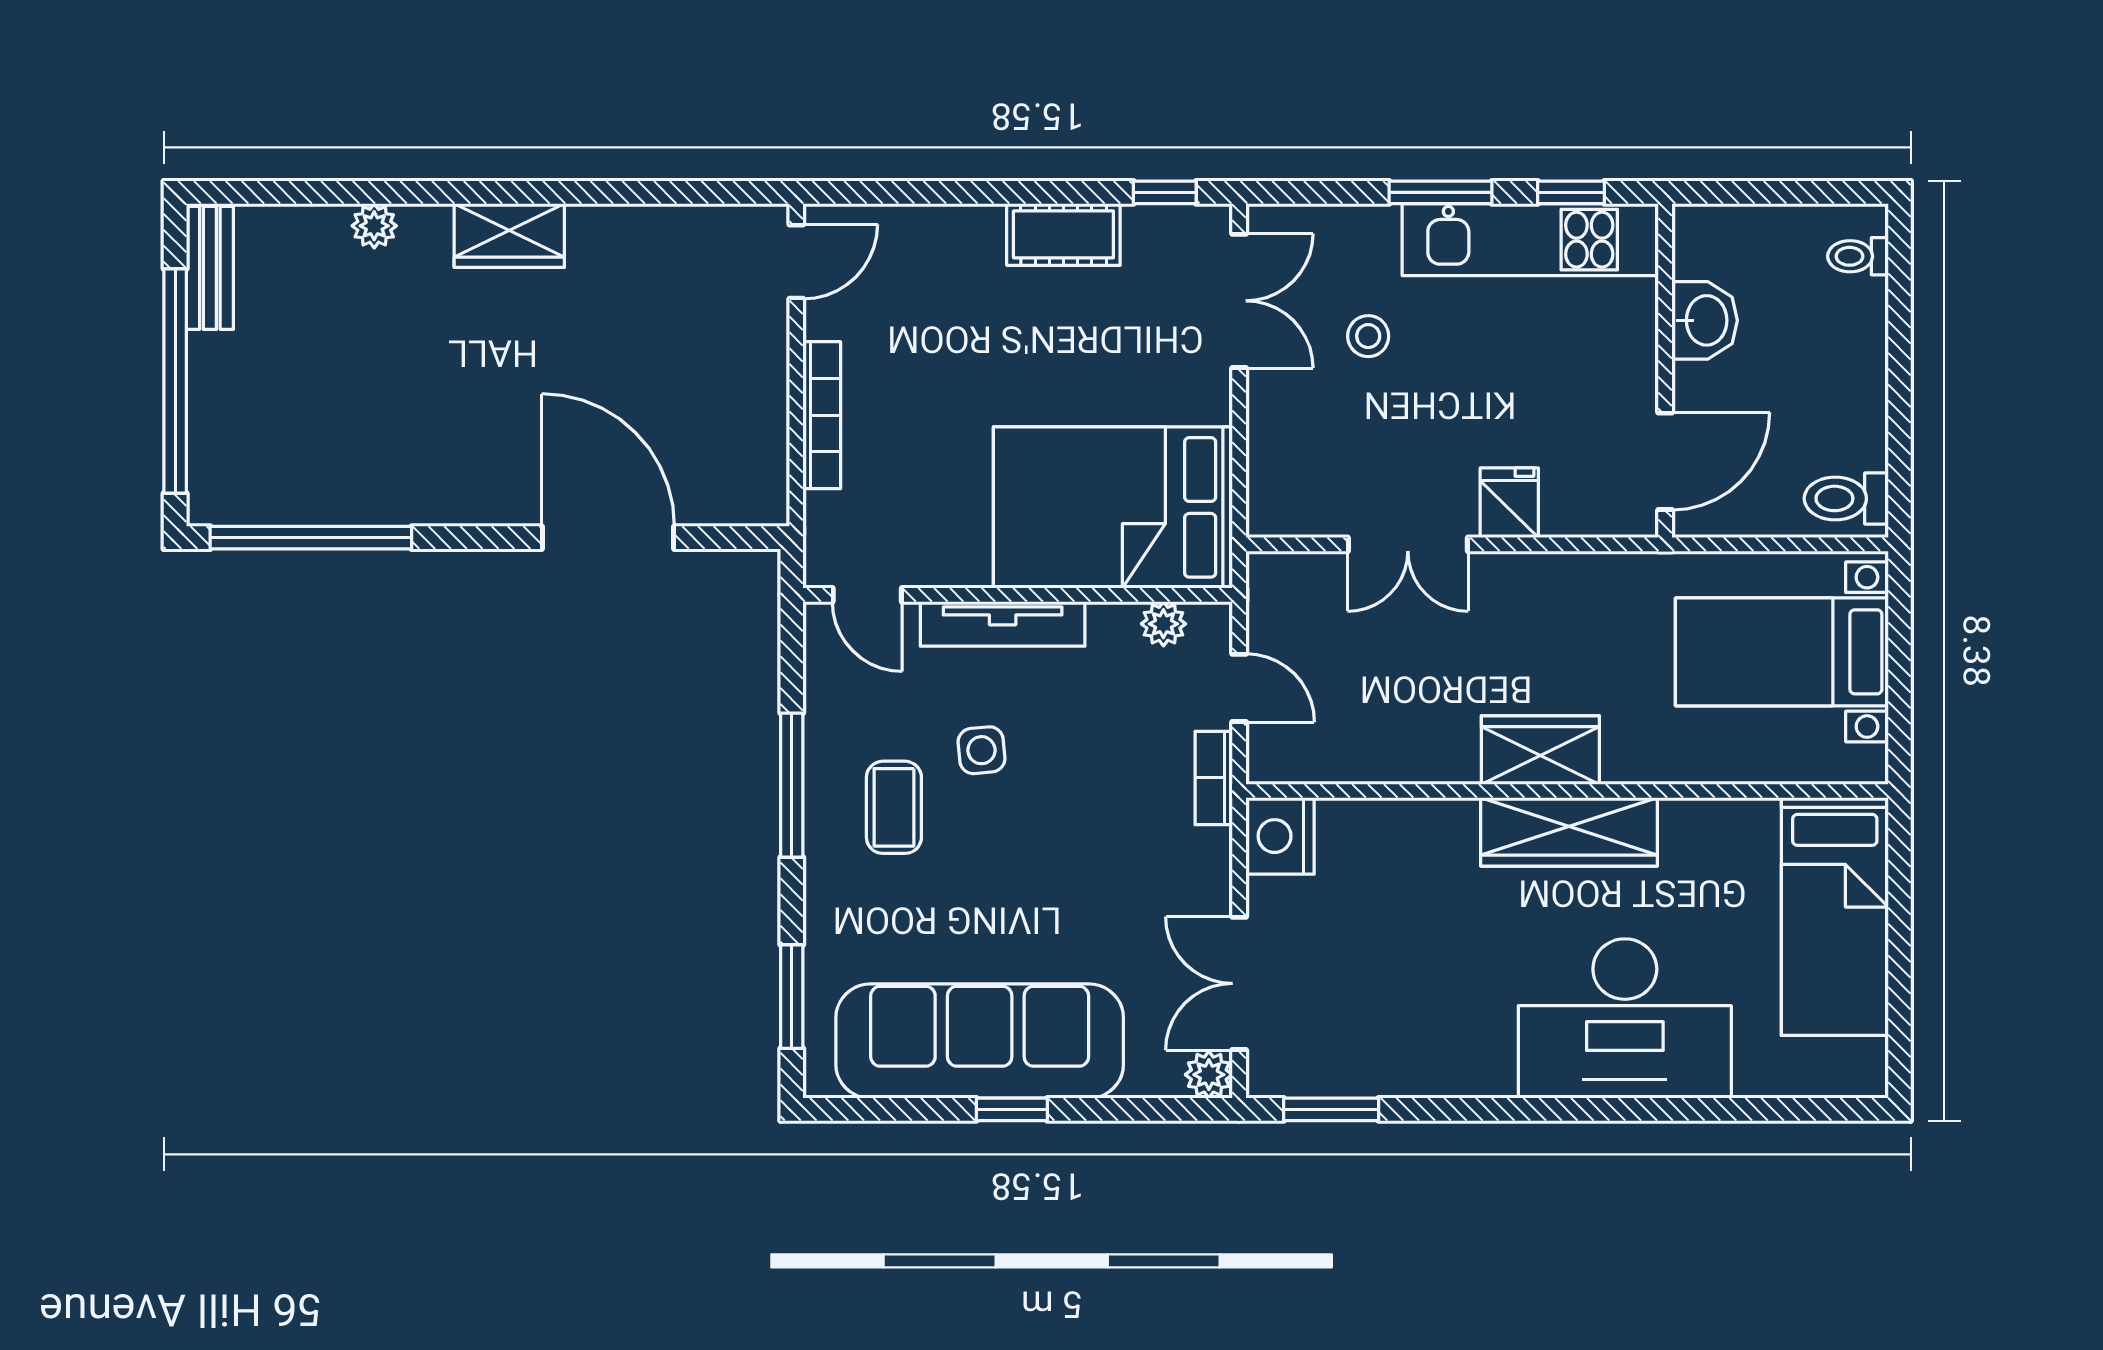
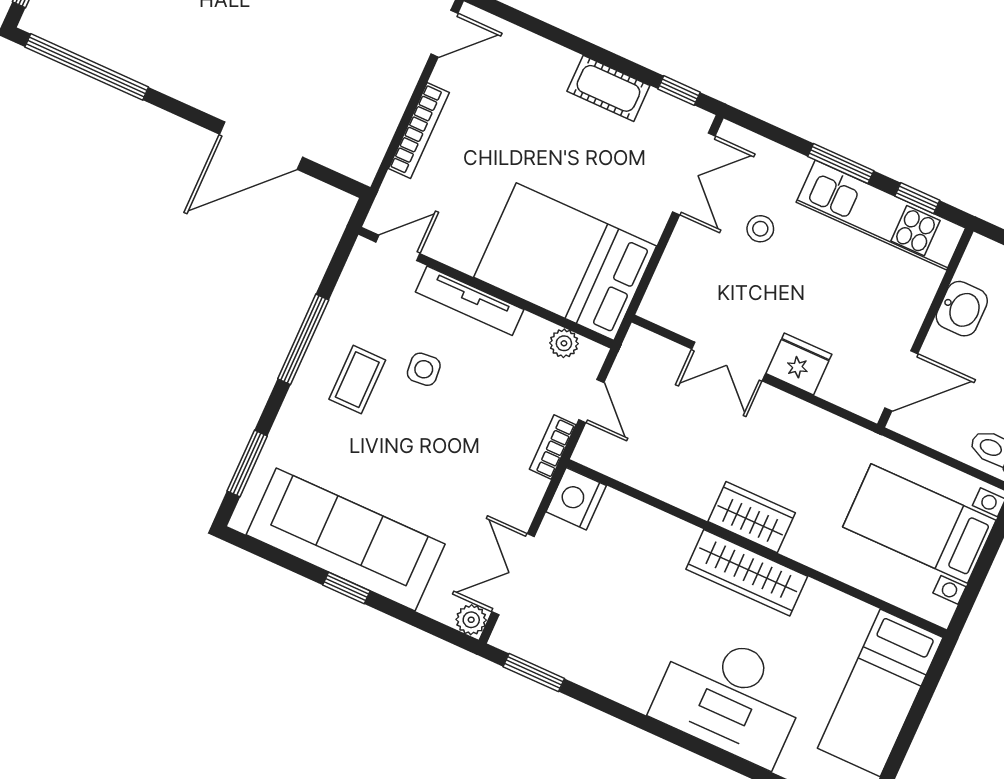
fridge: (1509, 503) -> (799, 364), width x1.38
door: (608, 538) -> (261, 146), swing flipped
door: (867, 595) -> (398, 248), swing flipped

